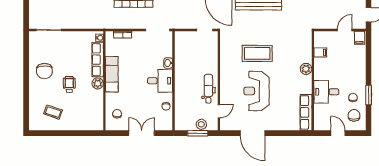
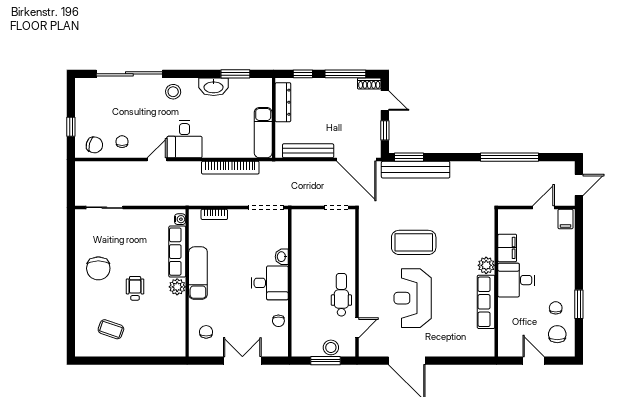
filing cabinet: (320, 52) -> (507, 248), width x2.00
desk: (326, 92) -> (516, 280), moved
row of seats: (306, 112) -> (486, 302), moved

